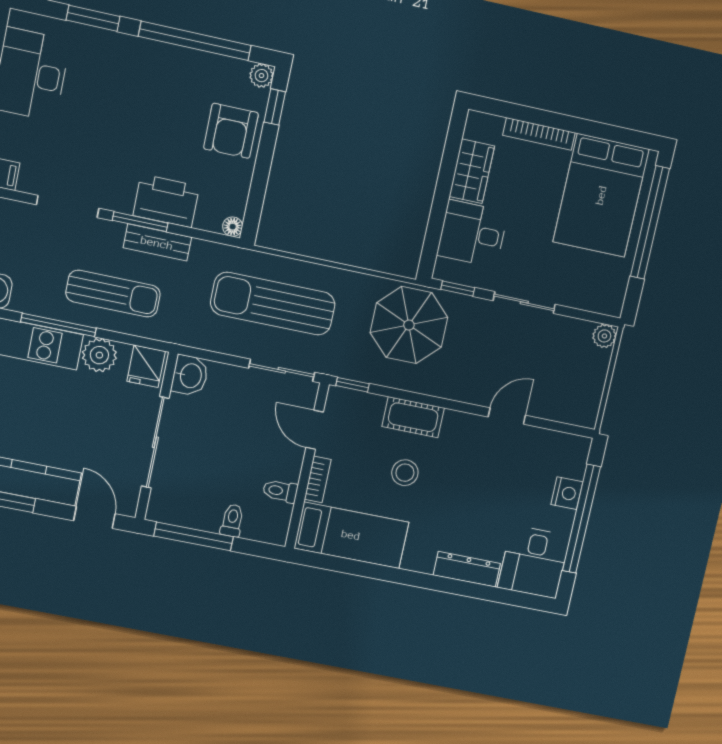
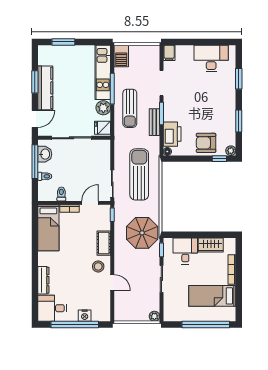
window: (195, 41) -> (239, 121), width x0.47
bed: (601, 195) -> (212, 296), width x0.67
printer: (166, 201) -> (172, 134), moved
washbasin: (190, 376) -> (45, 154), moved, turned -90
stool: (405, 473) -> (98, 266), moved

